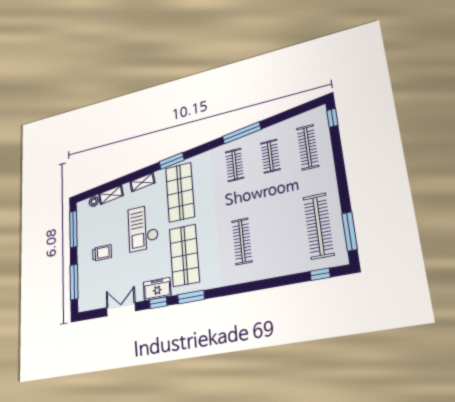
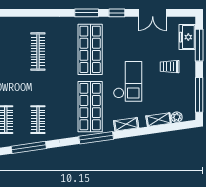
window: (172, 161) -> (96, 138), width x1.44
freezer: (157, 289) -> (187, 37), moved, turned 90

